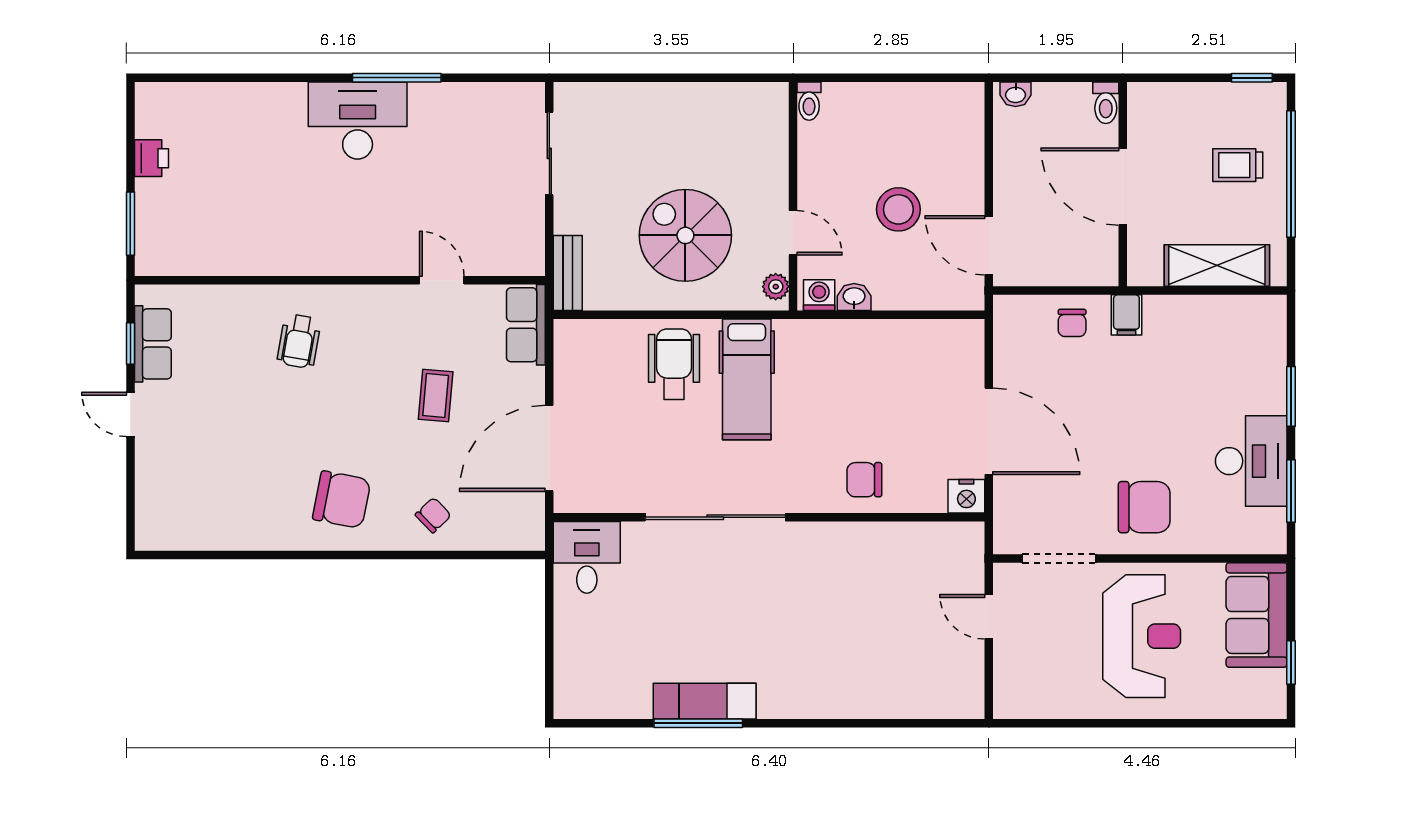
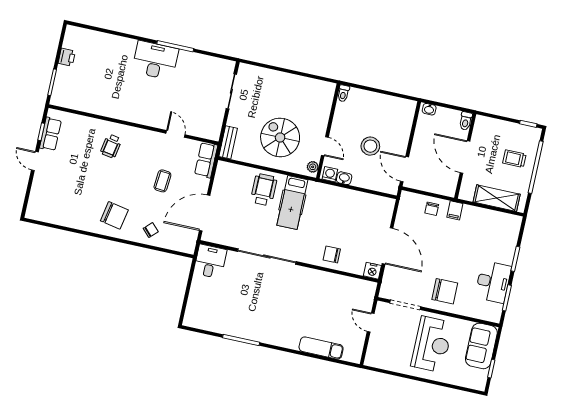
exam couch: (705, 701) -> (321, 348), moved

